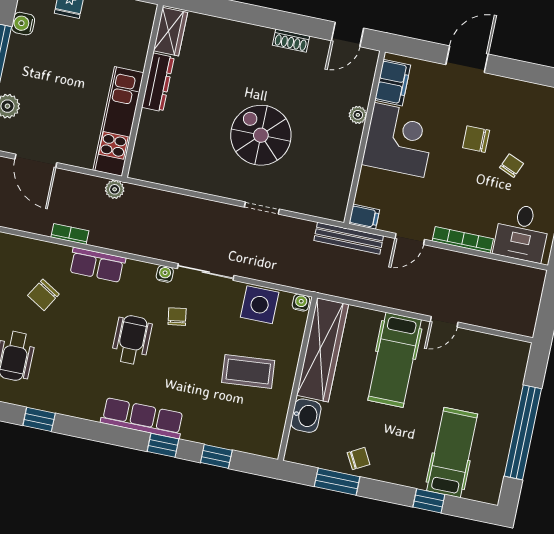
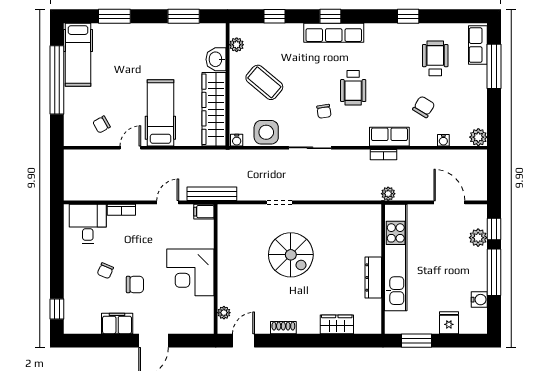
wardrobe: (170, 32) -> (337, 324), moved, turned 90
filing cabinet: (393, 83) -> (117, 323), moved, turned 90
plant: (358, 115) -> (224, 313), moved
kitchen unit: (118, 121) -> (396, 257), width x1.36
bookcase: (70, 234) -> (383, 155), moved
bookcase: (463, 240) -> (121, 210), width x0.64
water cooler: (165, 274) -> (443, 140), moved
coffee table: (248, 372) -> (264, 82), turned 45
plant: (275, 429) -> (237, 45), added
window: (163, 445) -> (330, 16), moved
hospital bed: (452, 452) -> (78, 55), moved
chair: (359, 459) -> (101, 124), moved
window: (429, 501) -> (114, 16), width x1.50

